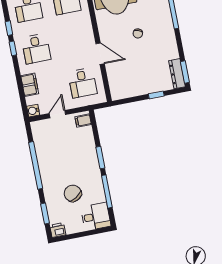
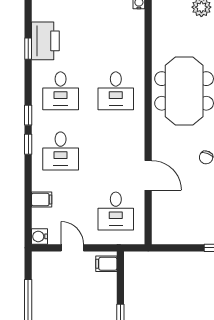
filing cabinet: (30, 85) -> (42, 200), width x0.50
door: (57, 114) -> (72, 248), hinge flipped

